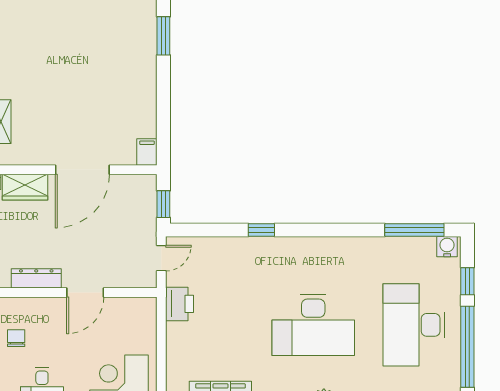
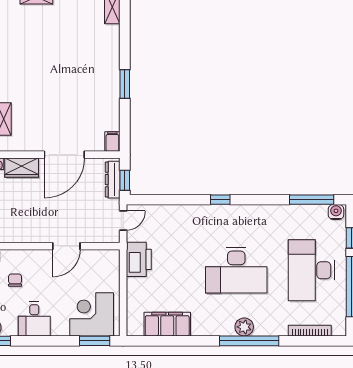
window: (163, 36) -> (125, 84), moved
window: (261, 230) -> (220, 200), moved
dresser: (36, 278) -> (113, 180), moved, turned -90
printer: (180, 304) -> (139, 259), width x1.37, depth x1.19

